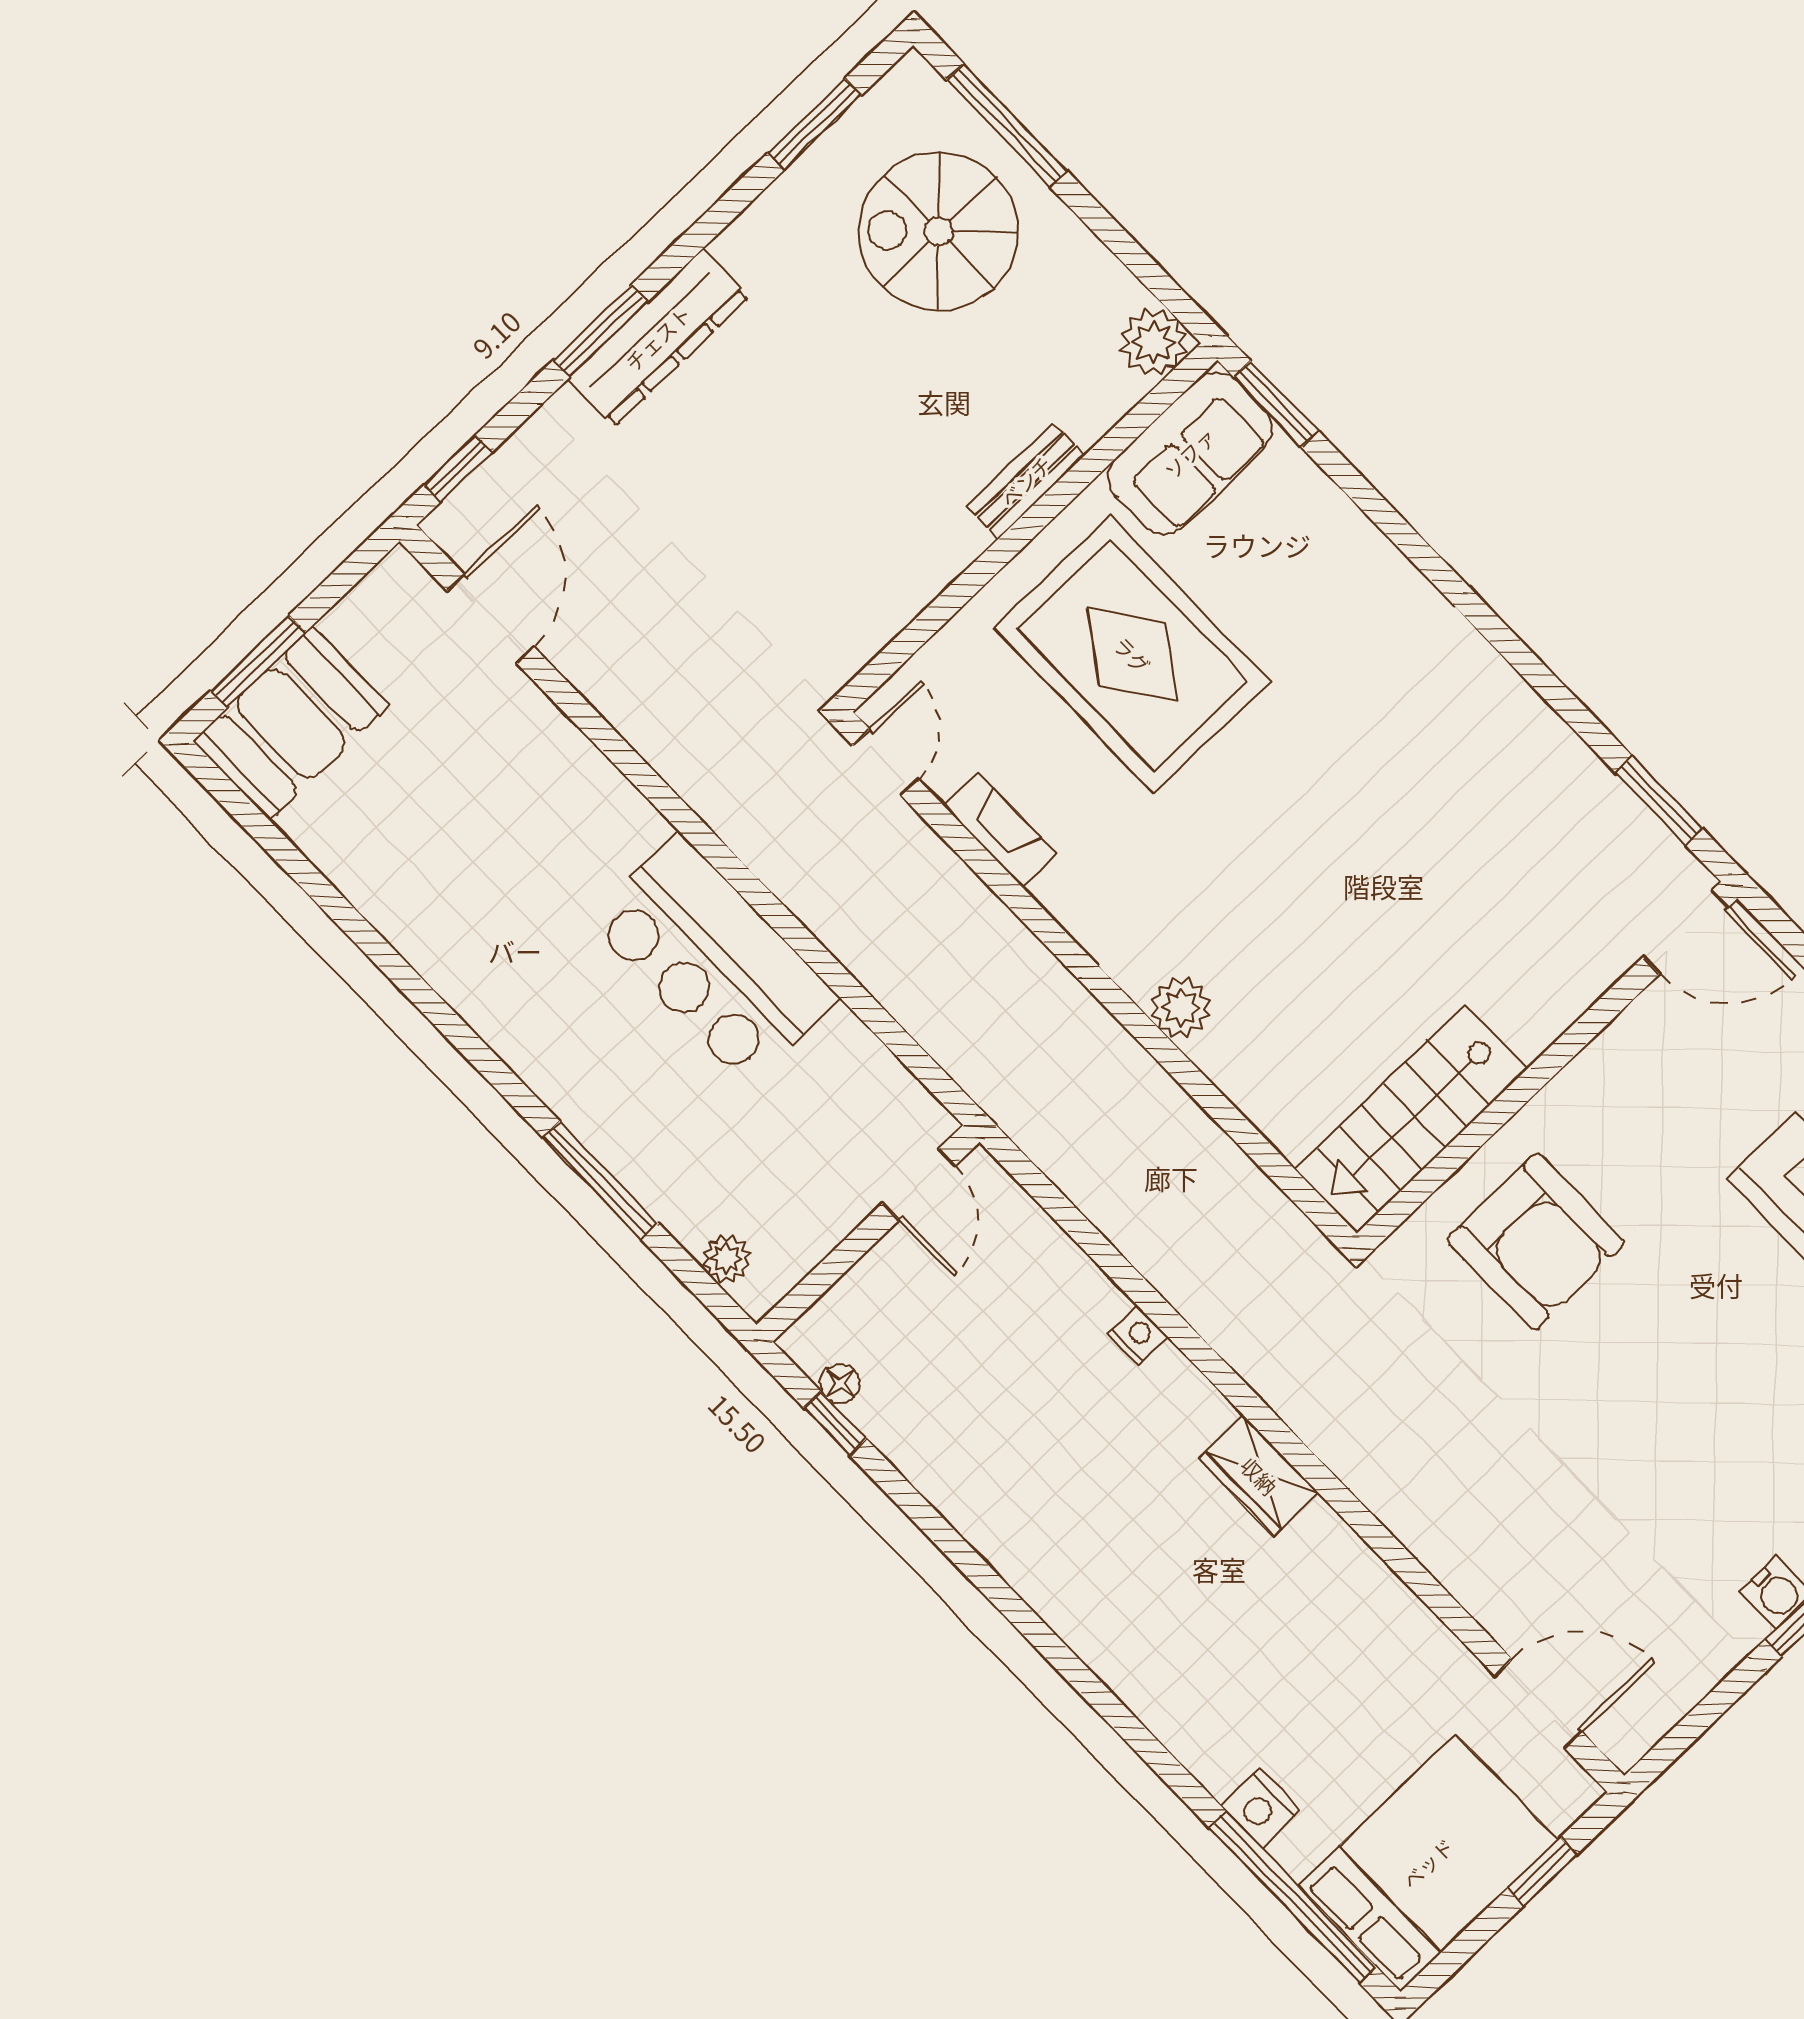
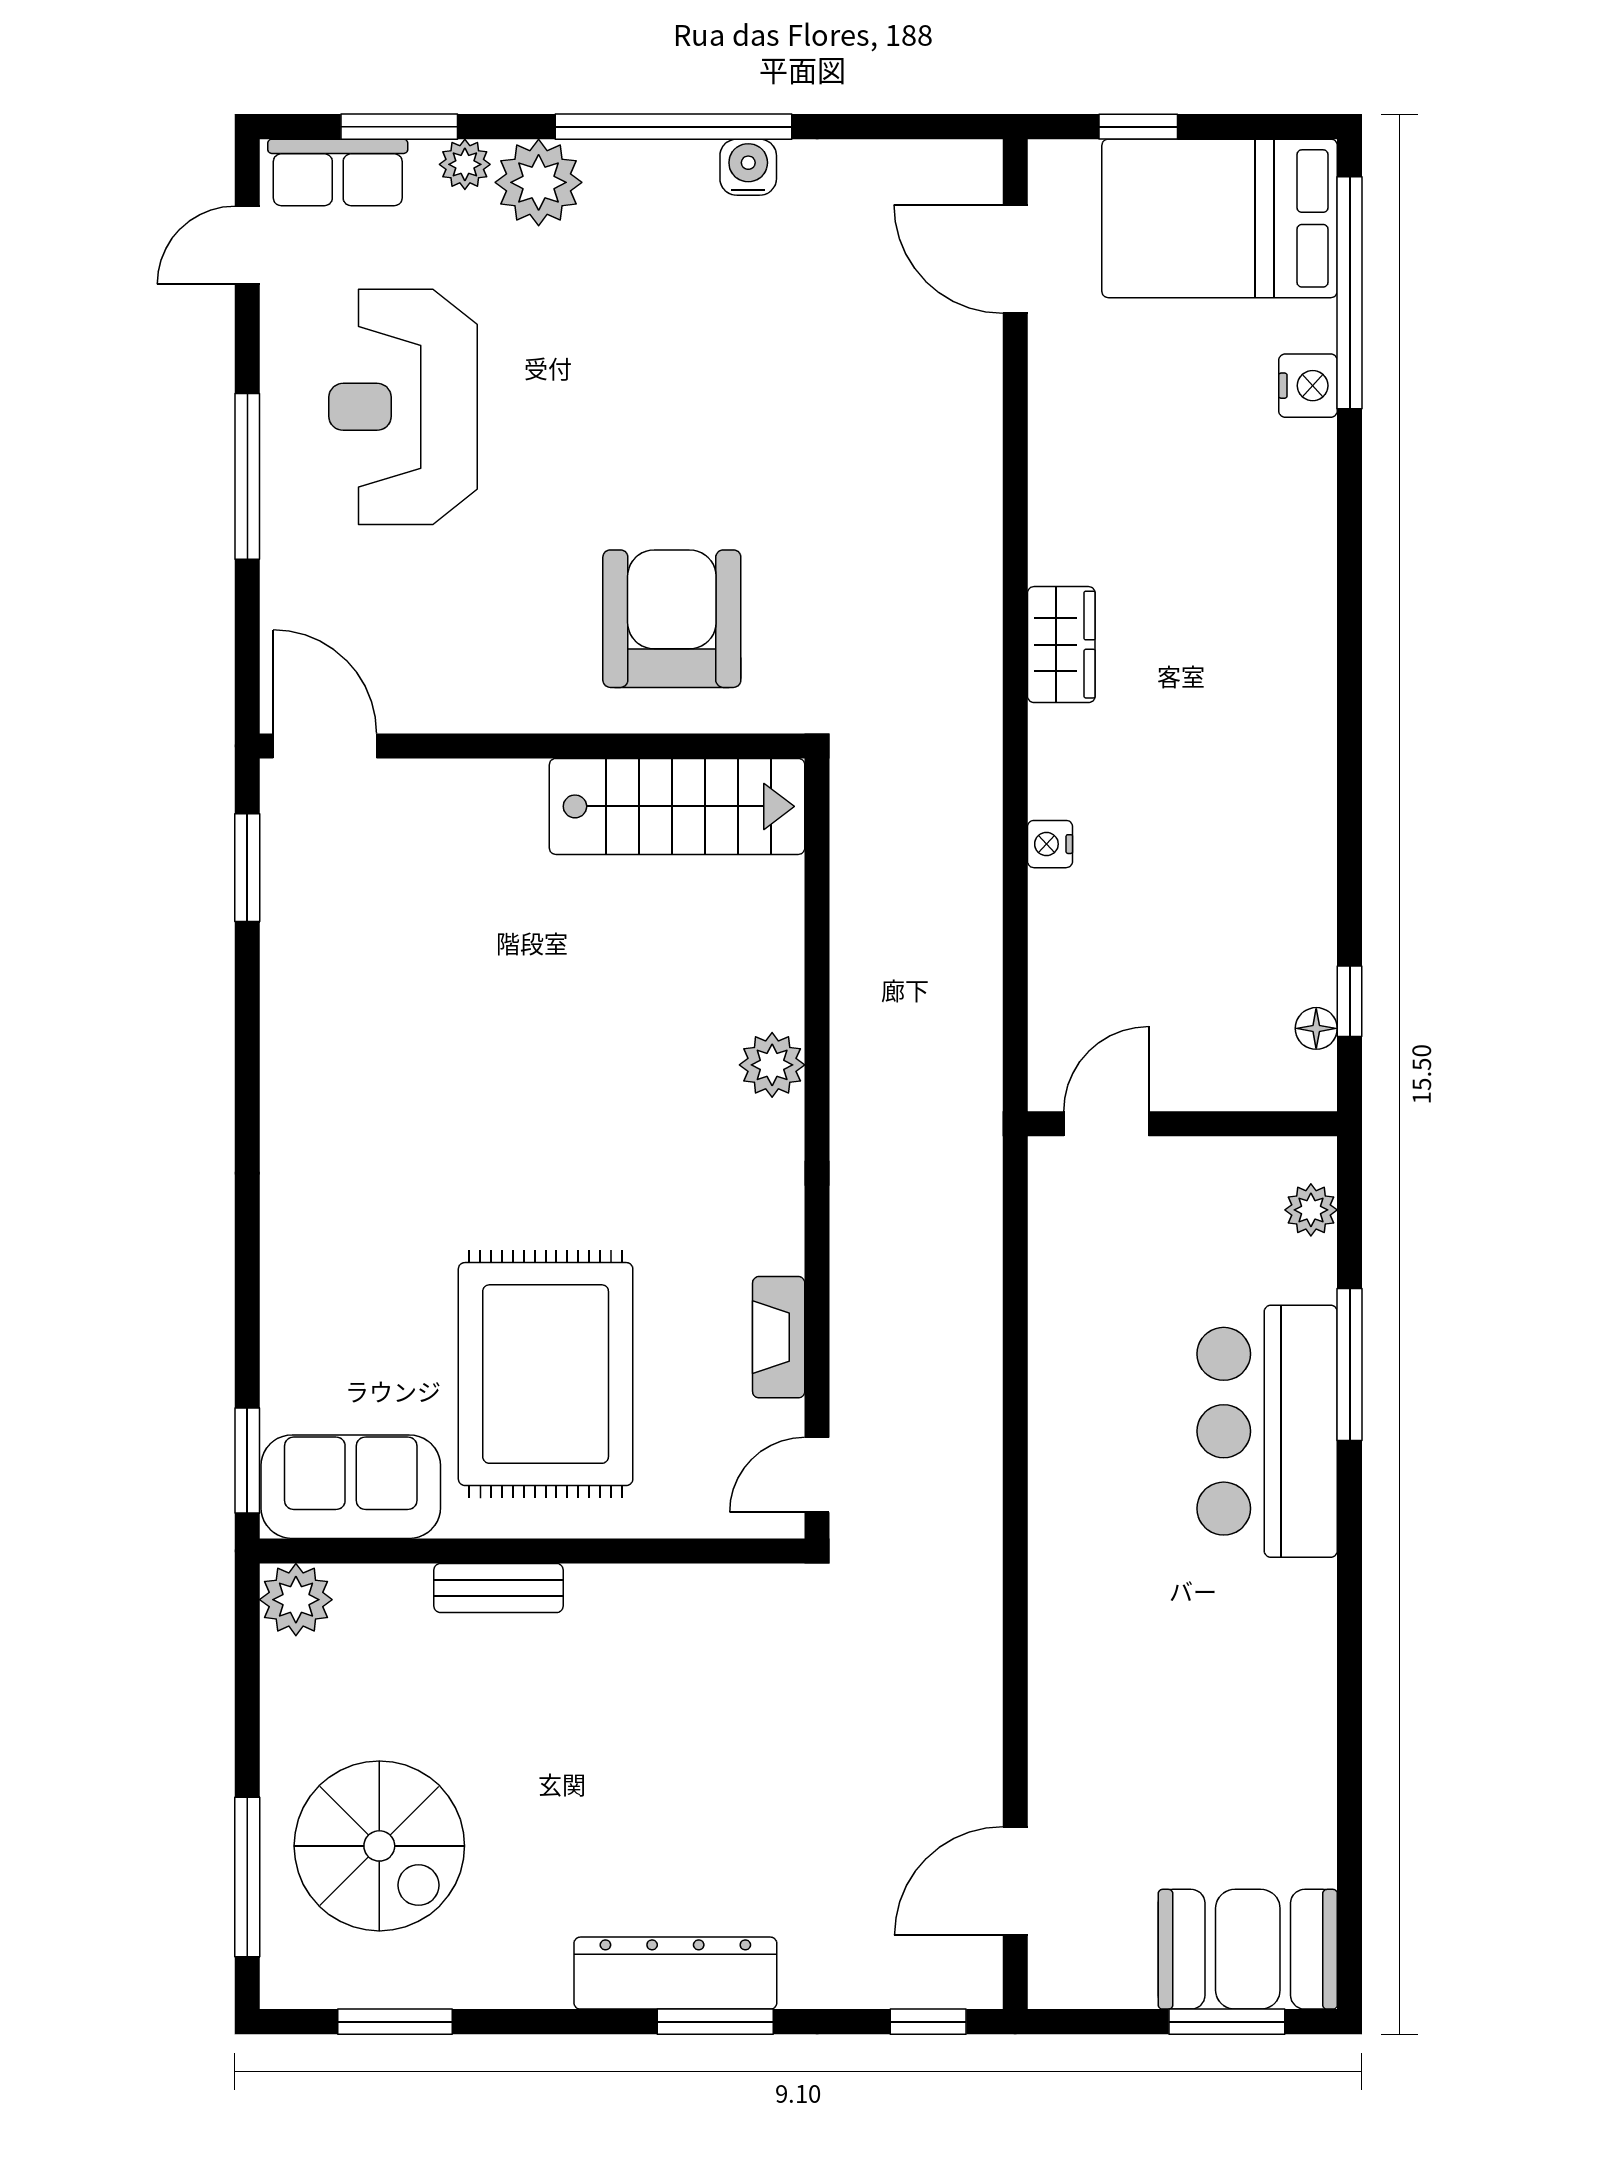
bar counter: (713, 959) -> (1267, 1431), moved, turned 180

